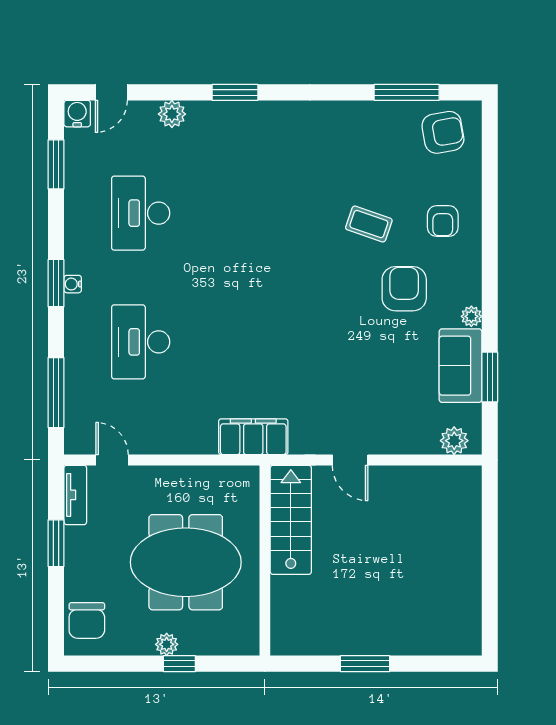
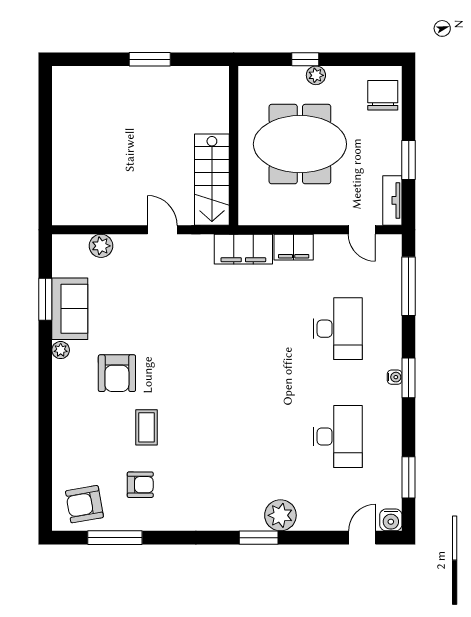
plant: (172, 114) -> (280, 515), moved, width x1.36, depth x1.36
armchair: (443, 221) -> (140, 485), moved, turned 90
coffee table: (369, 224) -> (147, 427), turned 71
filing cabinet: (193, 439) -> (294, 247), added
plant: (454, 441) -> (101, 246), moved

